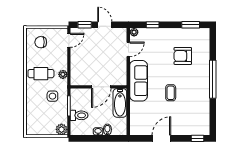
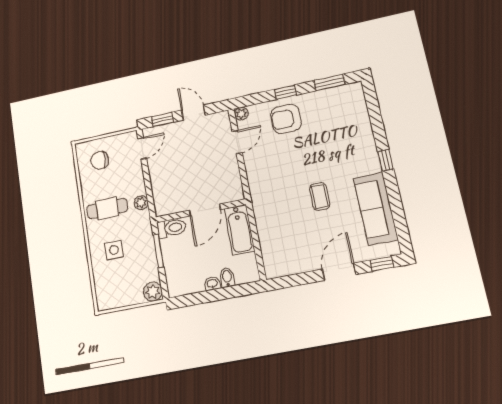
window: (153, 25) -> (286, 92), moved
armchair: (183, 56) -> (286, 119), moved
window: (213, 79) -> (386, 160), width x0.32
sofa: (139, 81) -> (376, 209), moved, turned 180
side table: (52, 96) -> (114, 250), moved
toilet: (79, 115) -> (172, 228), moved
door: (161, 138) -> (339, 272), moved

